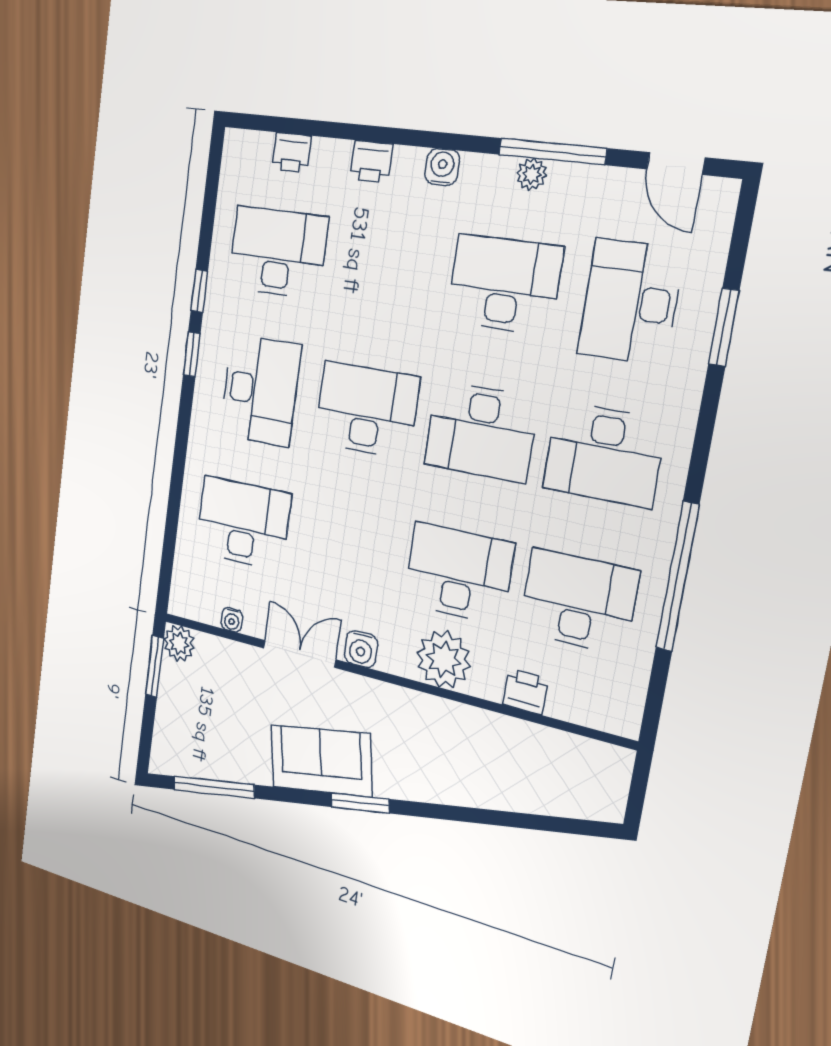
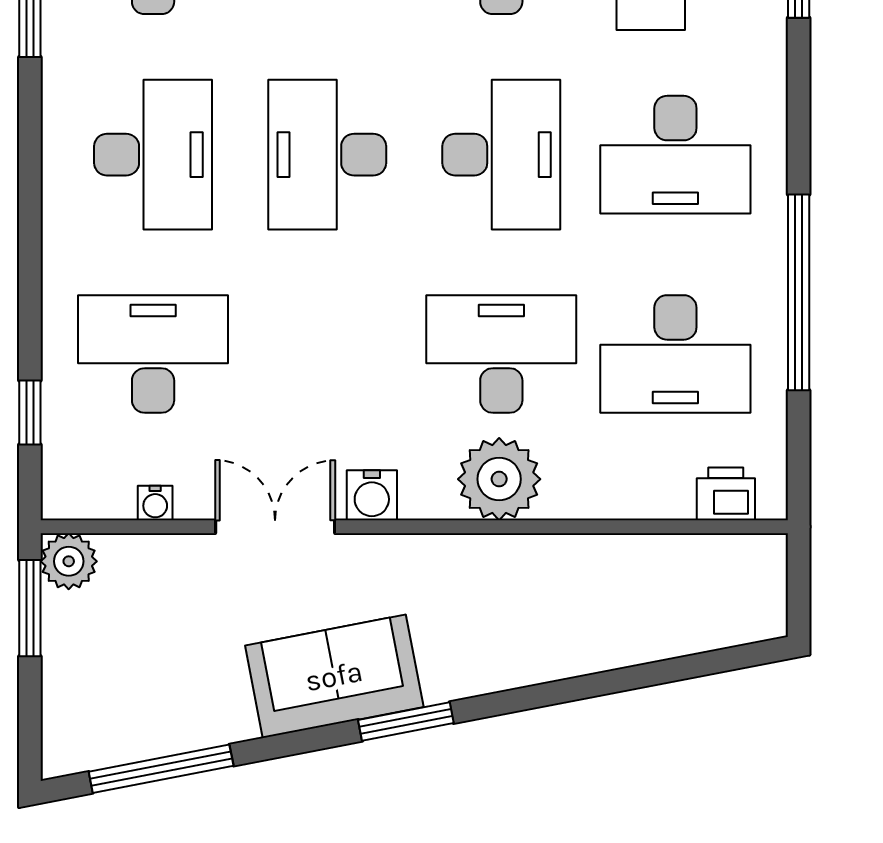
window: (192, 354) -> (30, 412), moved
desk: (366, 410) -> (327, 155), turned -90
desk: (481, 431) -> (501, 155), turned -90
desk: (578, 601) -> (675, 354), turned 180
printer: (525, 692) -> (726, 494), moved

